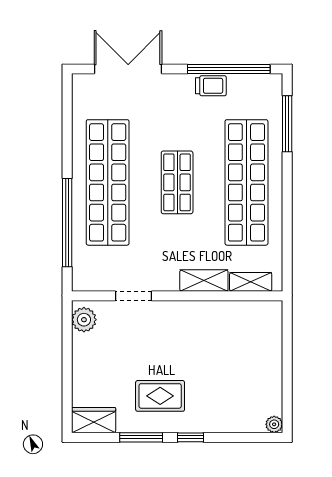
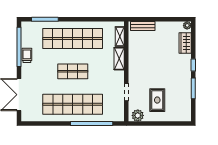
bench: (273, 331) -> (143, 26), added
rug: (160, 396) -> (157, 100), moved
wardrobe: (94, 420) -> (185, 43), moved

